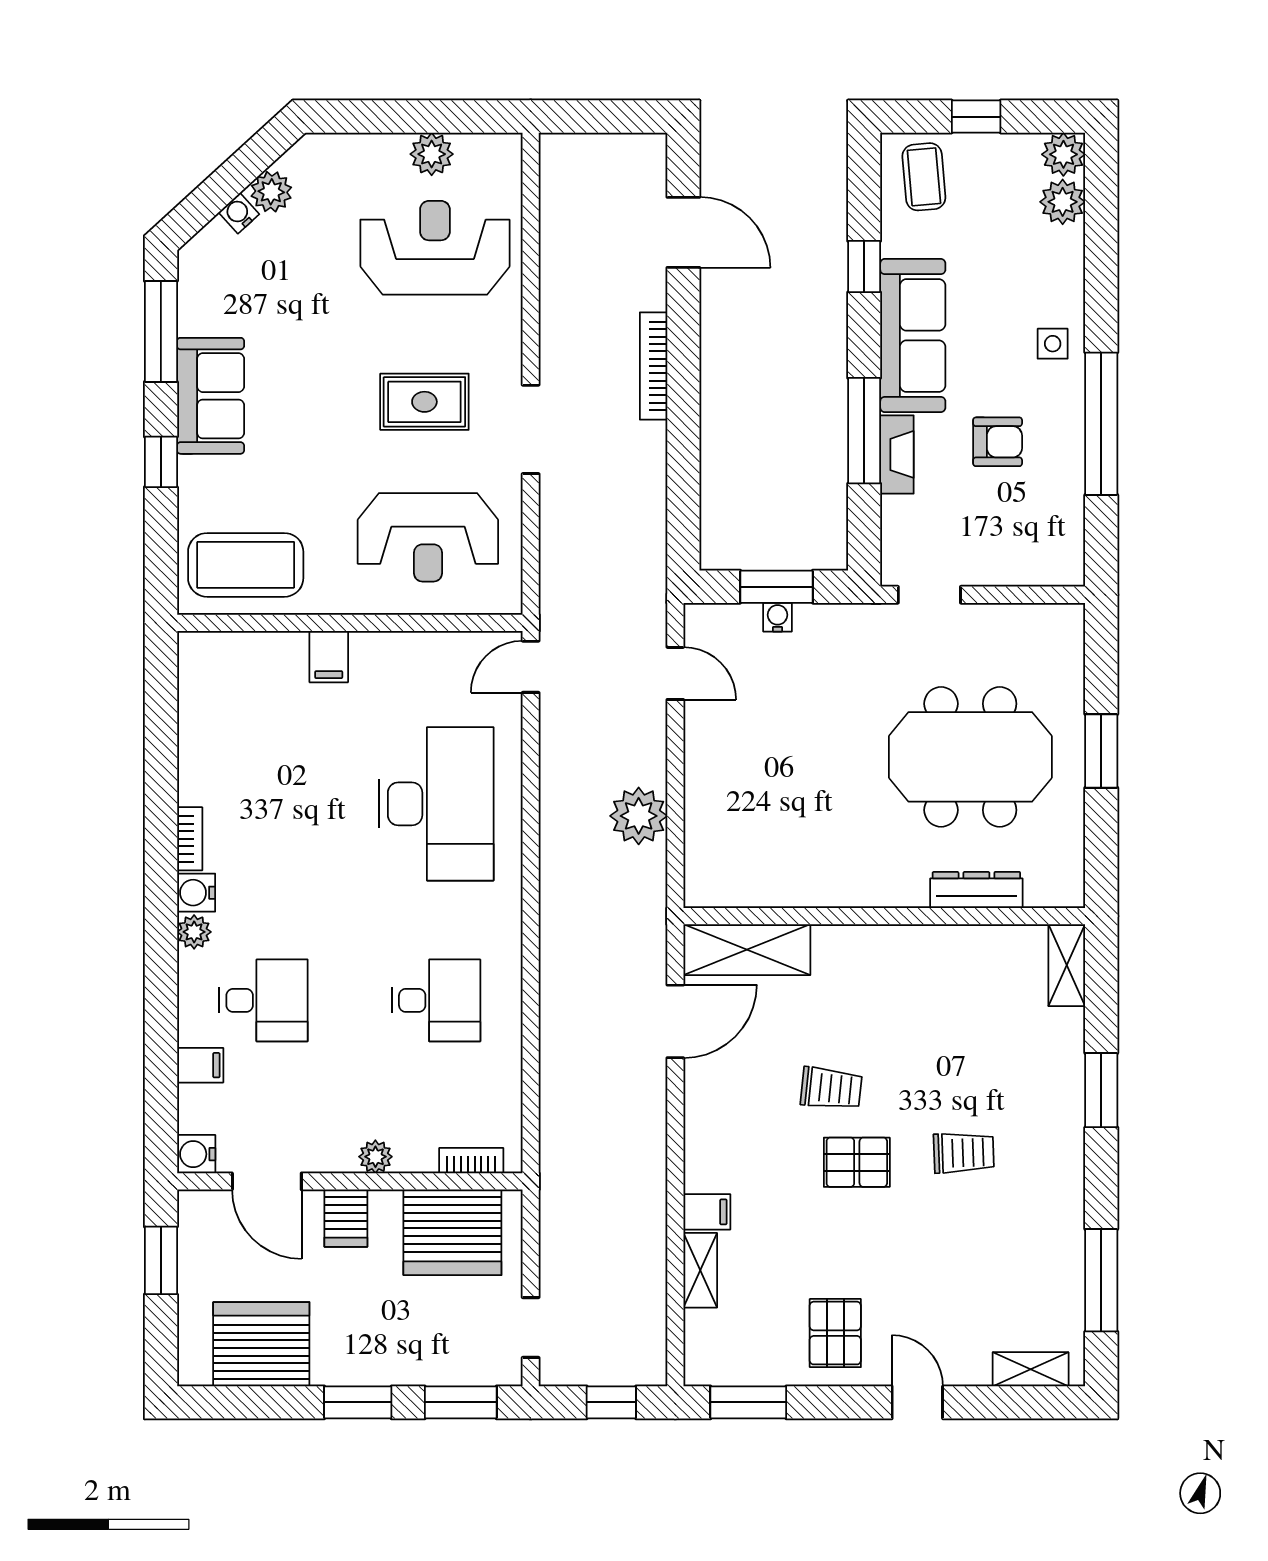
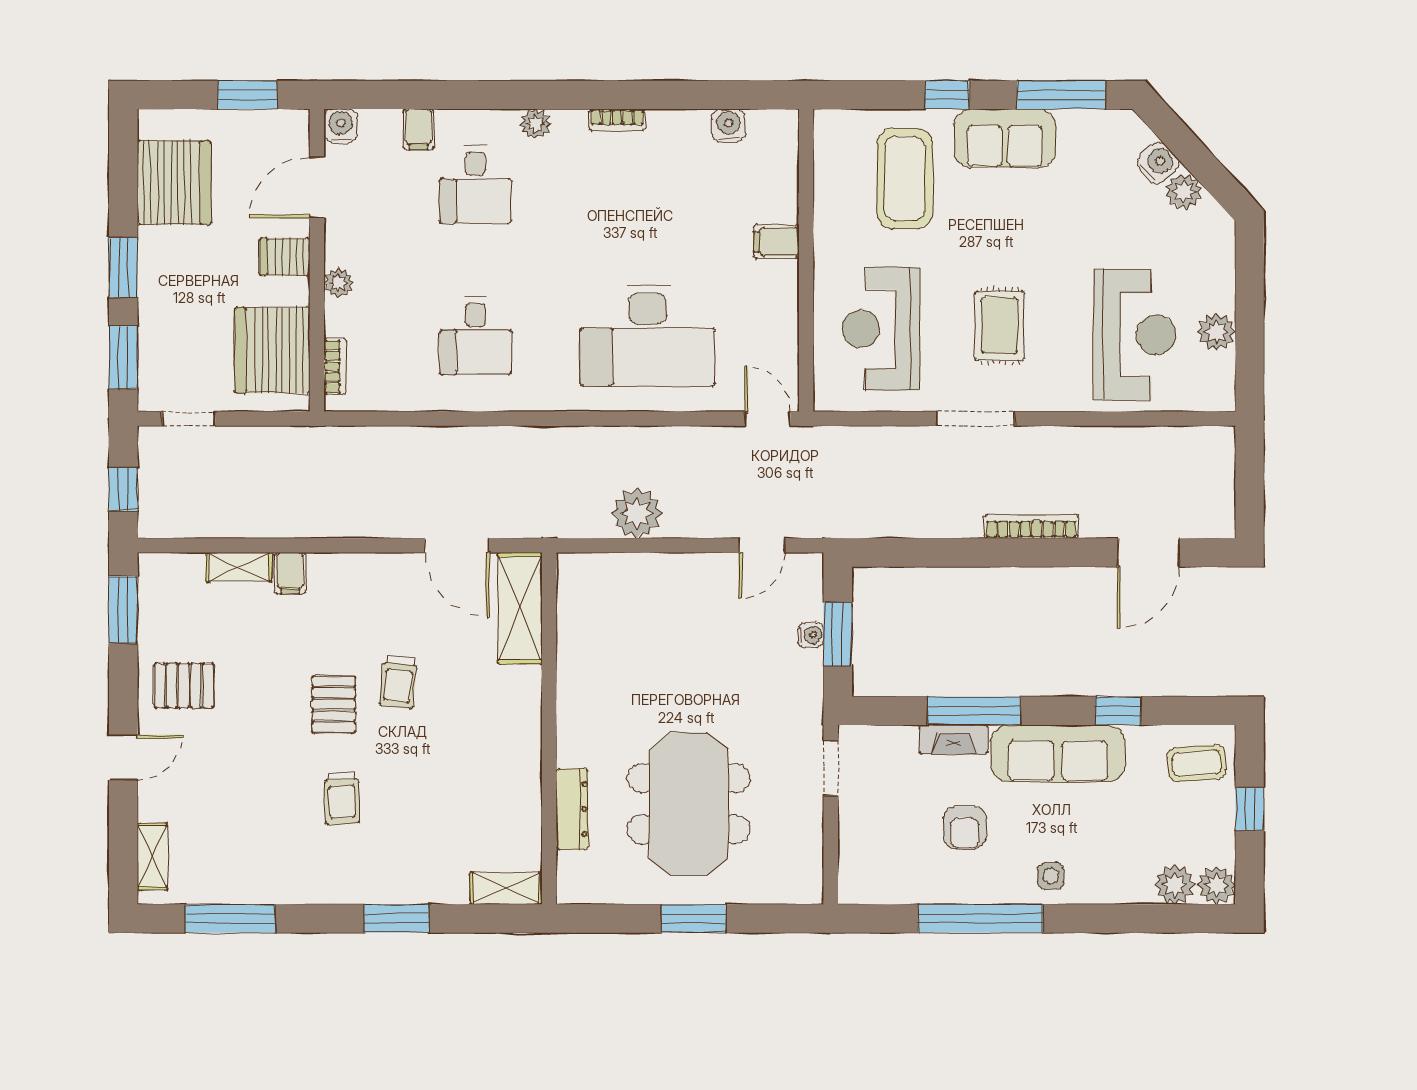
water cooler: (239, 213) -> (1158, 163), width x1.38, depth x1.38
coffee table: (246, 565) -> (905, 179), moved
water cooler: (196, 893) -> (728, 126), moved

